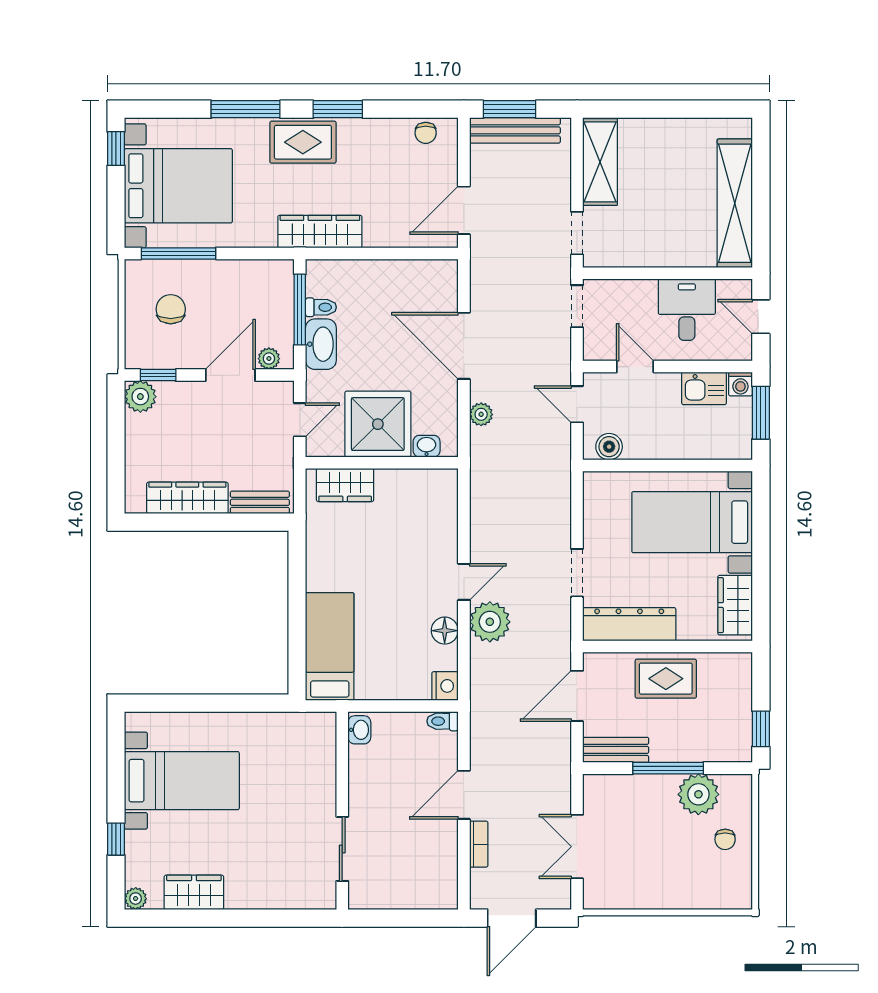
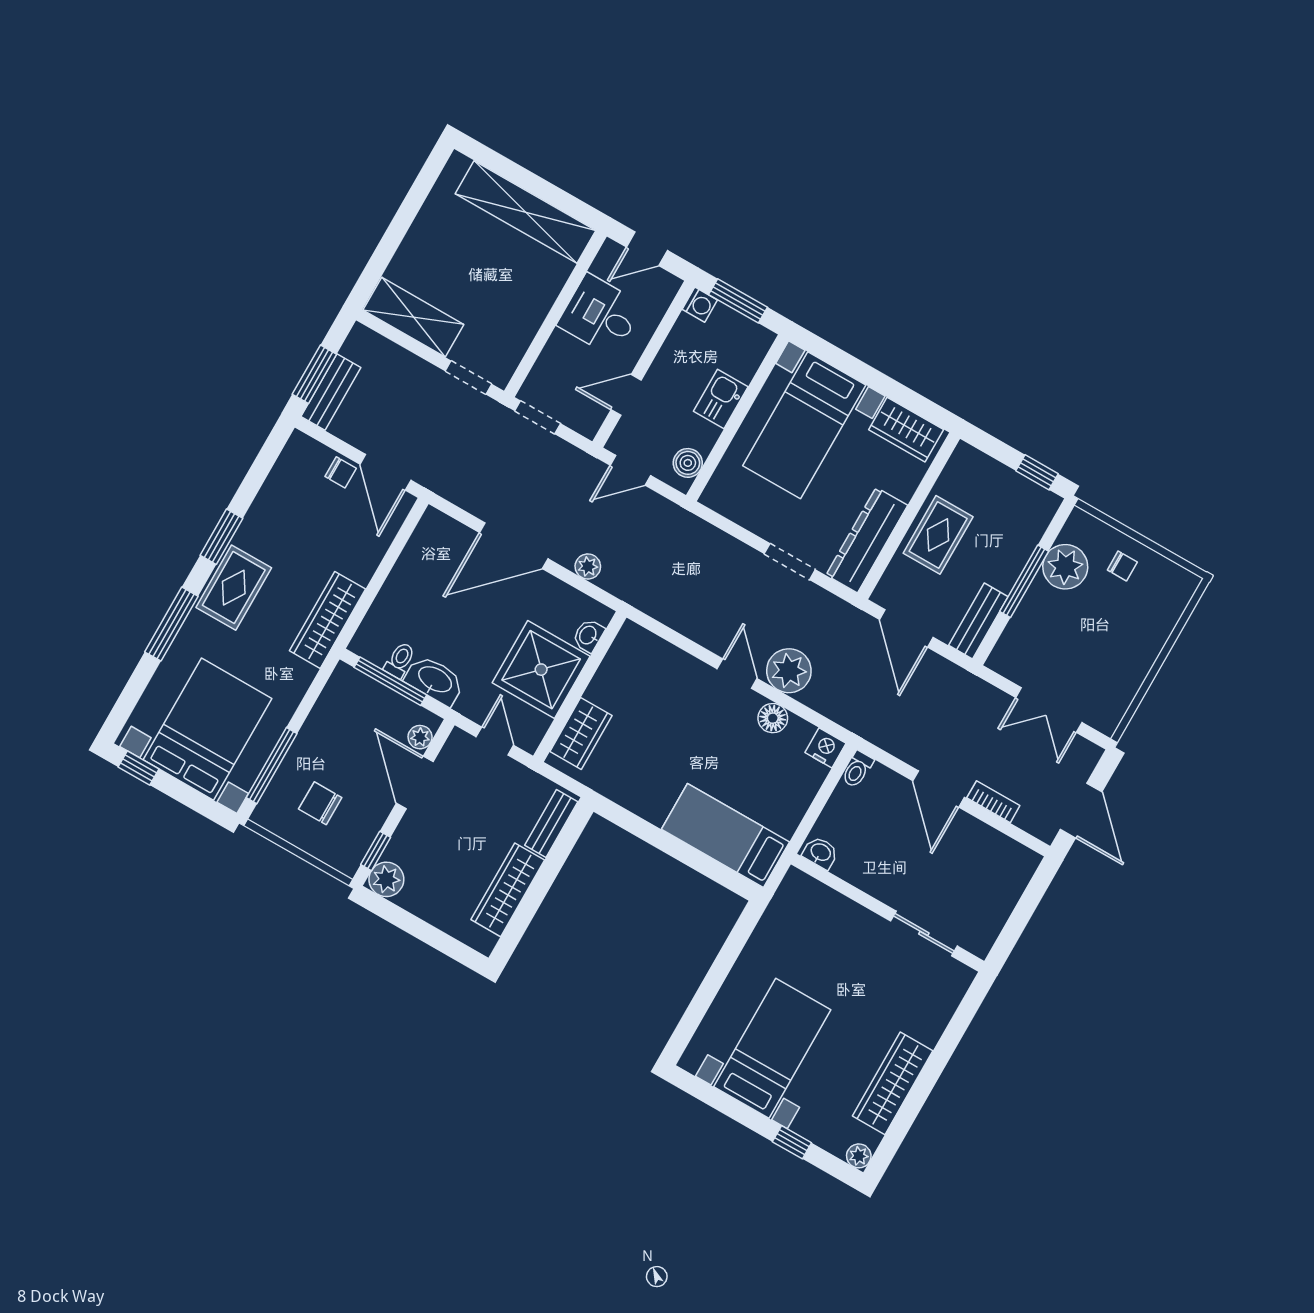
bench: (515, 130) -> (331, 392), width x0.73
chair: (426, 133) -> (341, 472), moved
kitchen sink: (704, 388) -> (721, 399), moved, turned 180
wardrobe: (194, 892) -> (893, 1083), width x1.50

